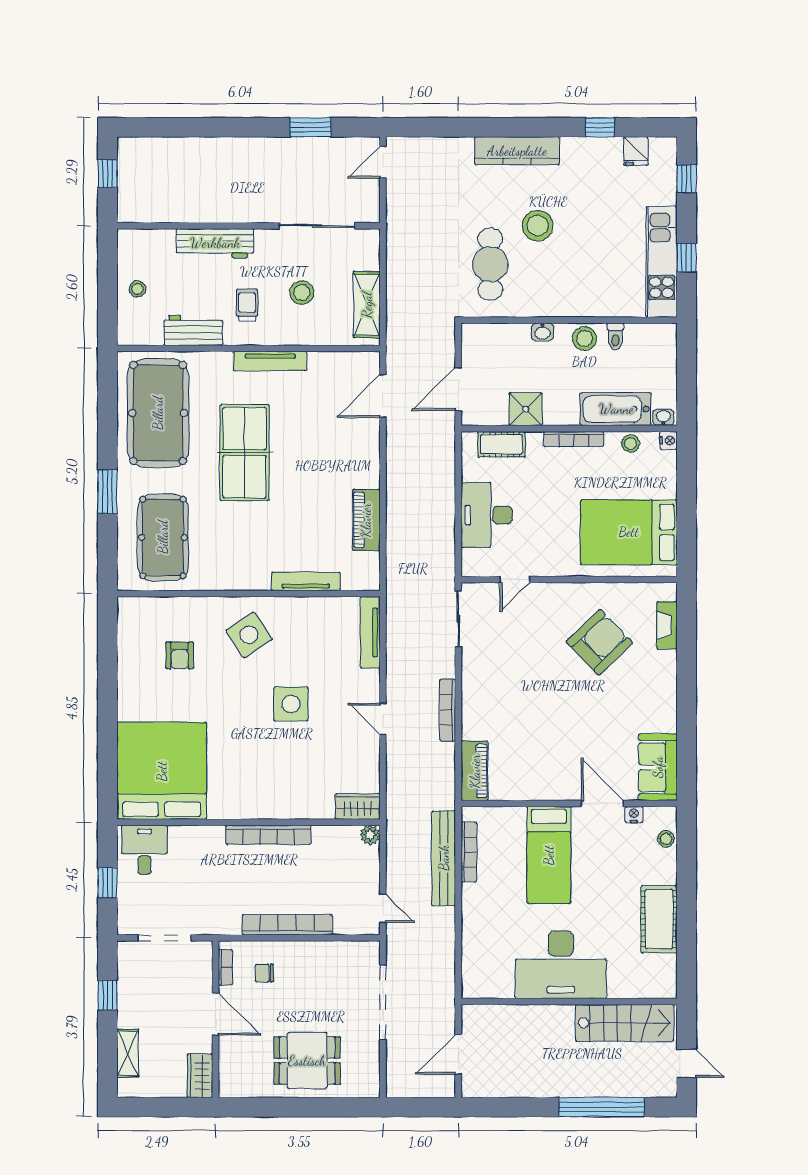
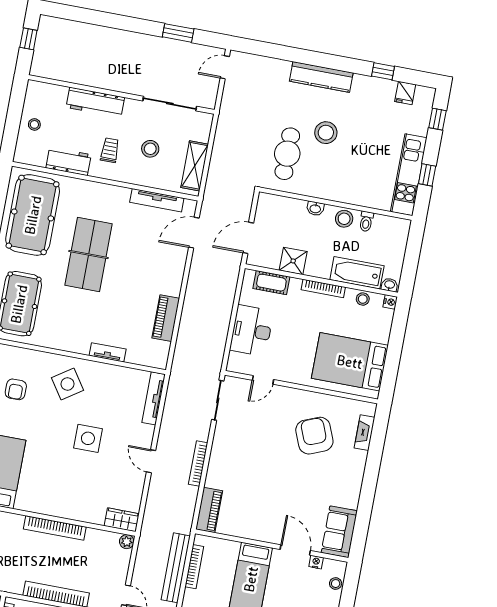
tv unit: (270, 361) -> (157, 200), moved
tv unit: (306, 581) -> (108, 352), width x0.71
armchair: (599, 642) -> (314, 436), turned -68

